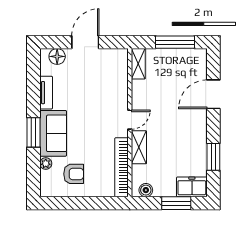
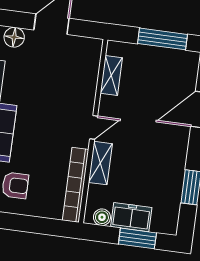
shelving: (138, 64) -> (111, 76), moved
freezer: (192, 187) -> (131, 217), moved

